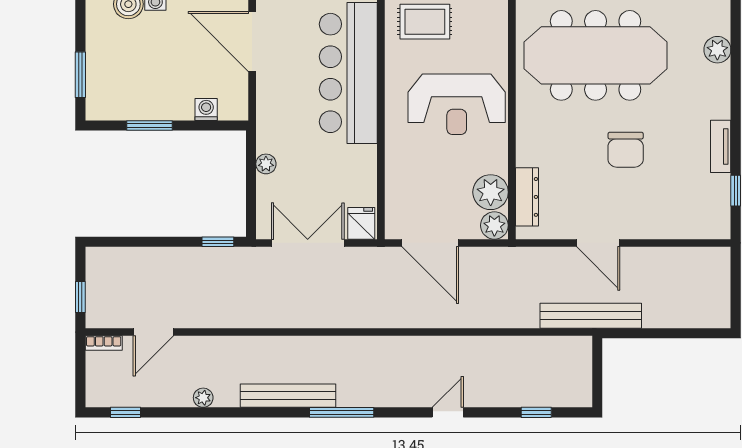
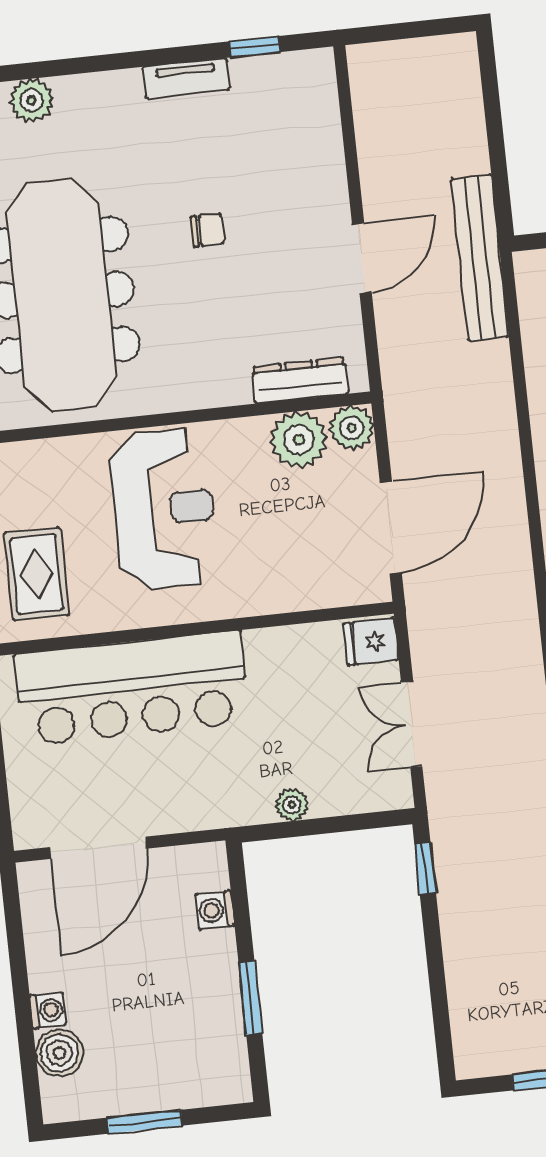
window: (80, 75) -> (145, 1122), moved
chair: (626, 150) -> (208, 230), width x0.54, depth x0.54
double door: (308, 243) -> (412, 724), width x0.73

